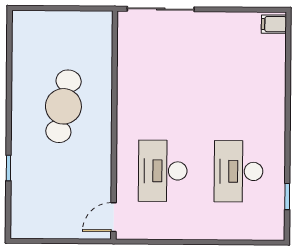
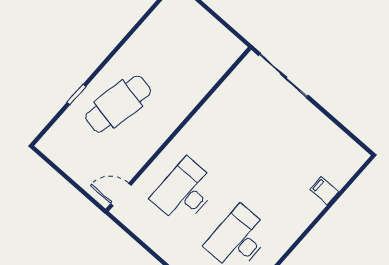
filing cabinet: (274, 24) -> (324, 191), moved
cafe table: (63, 106) -> (118, 104), moved

